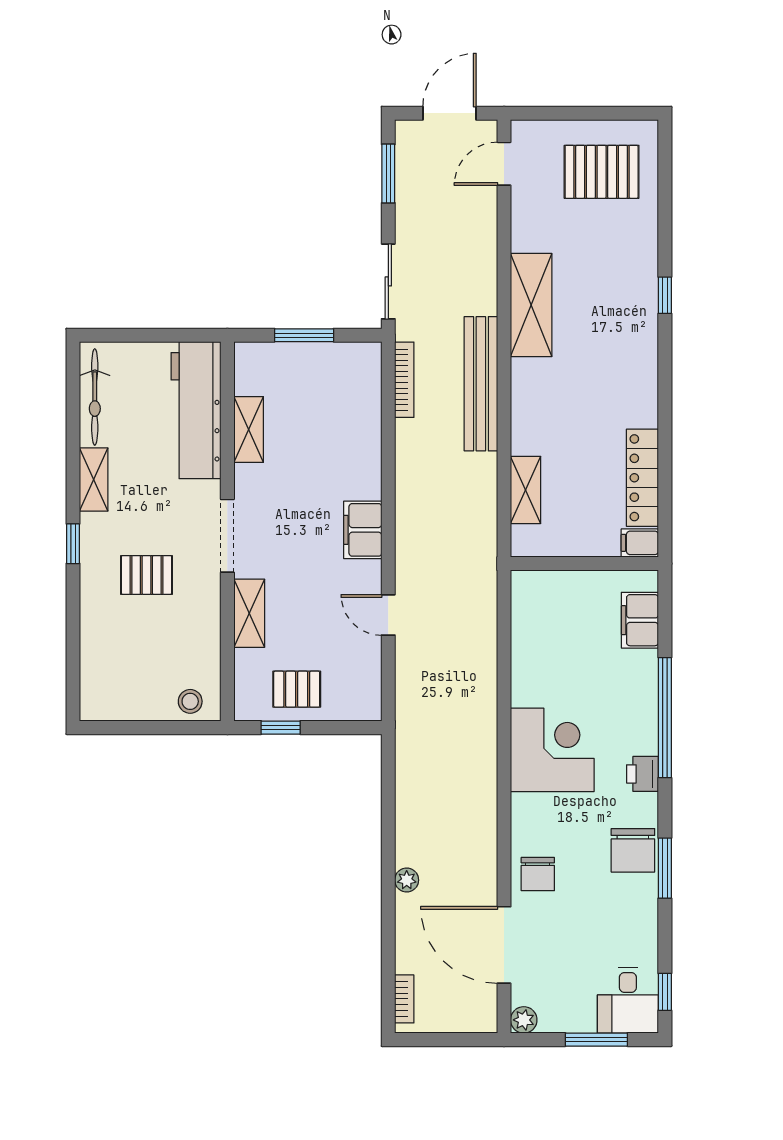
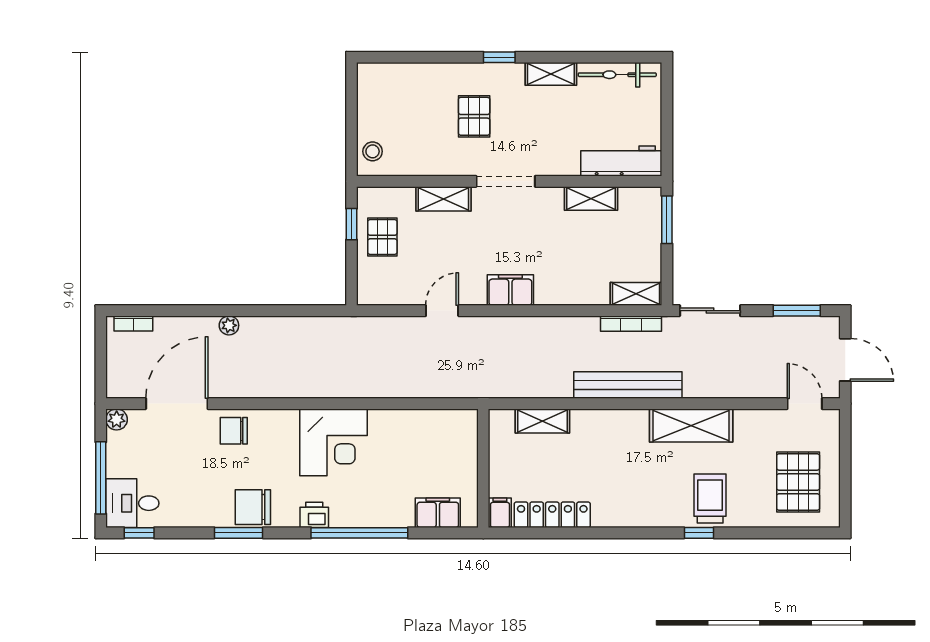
trolley: (622, 281) -> (710, 499), added
window: (304, 335) -> (667, 220), moved
shelving: (367, 374) -> (636, 294), added
workbench: (196, 410) -> (621, 161), width x0.73, depth x0.76
window: (596, 1040) -> (101, 478), width x1.44

